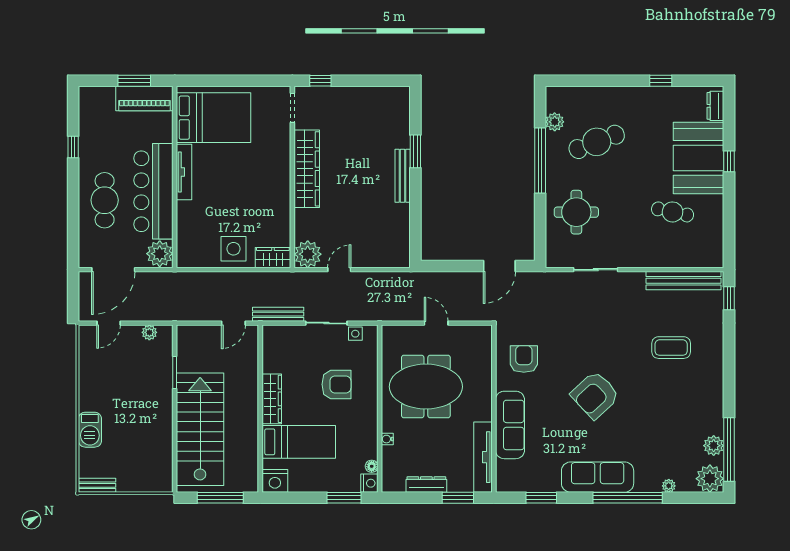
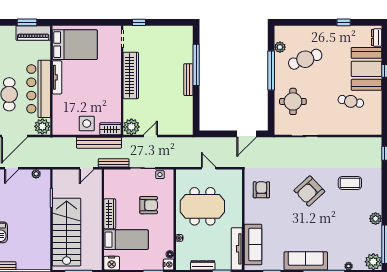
window: (415, 151) -> (196, 65), width x2.11
bench: (683, 281) -> (99, 143), moved
armchair: (595, 395) -> (309, 191), moved
sofa: (510, 425) -> (253, 245), moved
plant: (714, 446) -> (376, 219), moved

